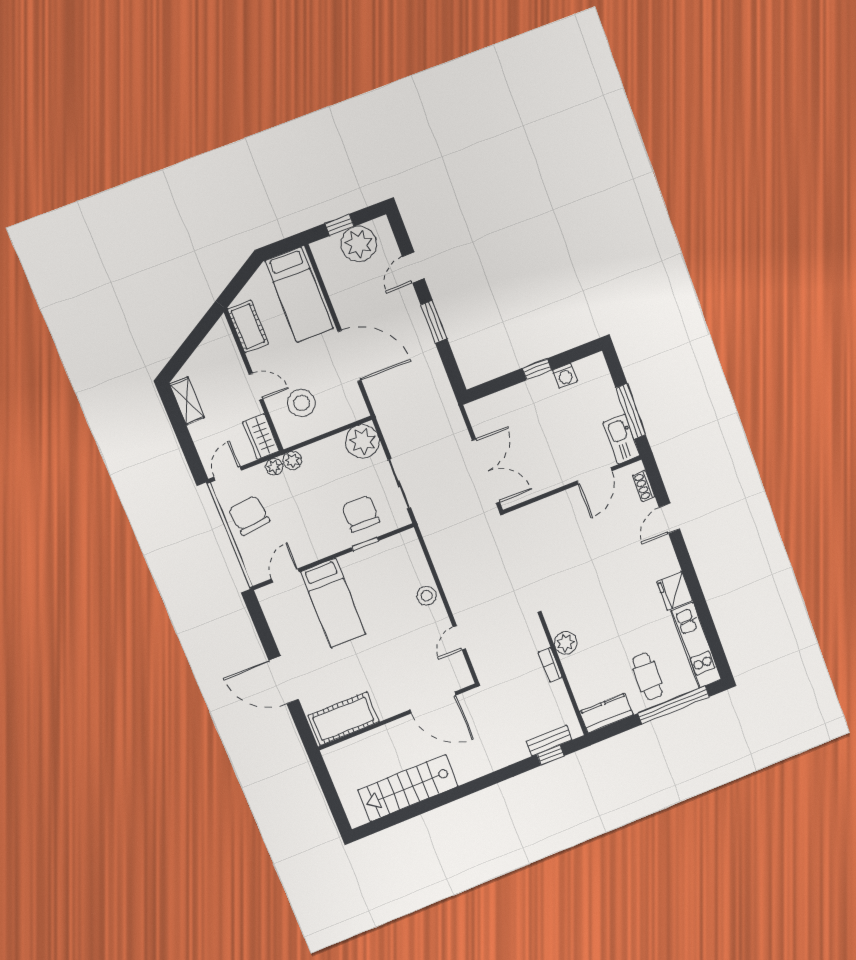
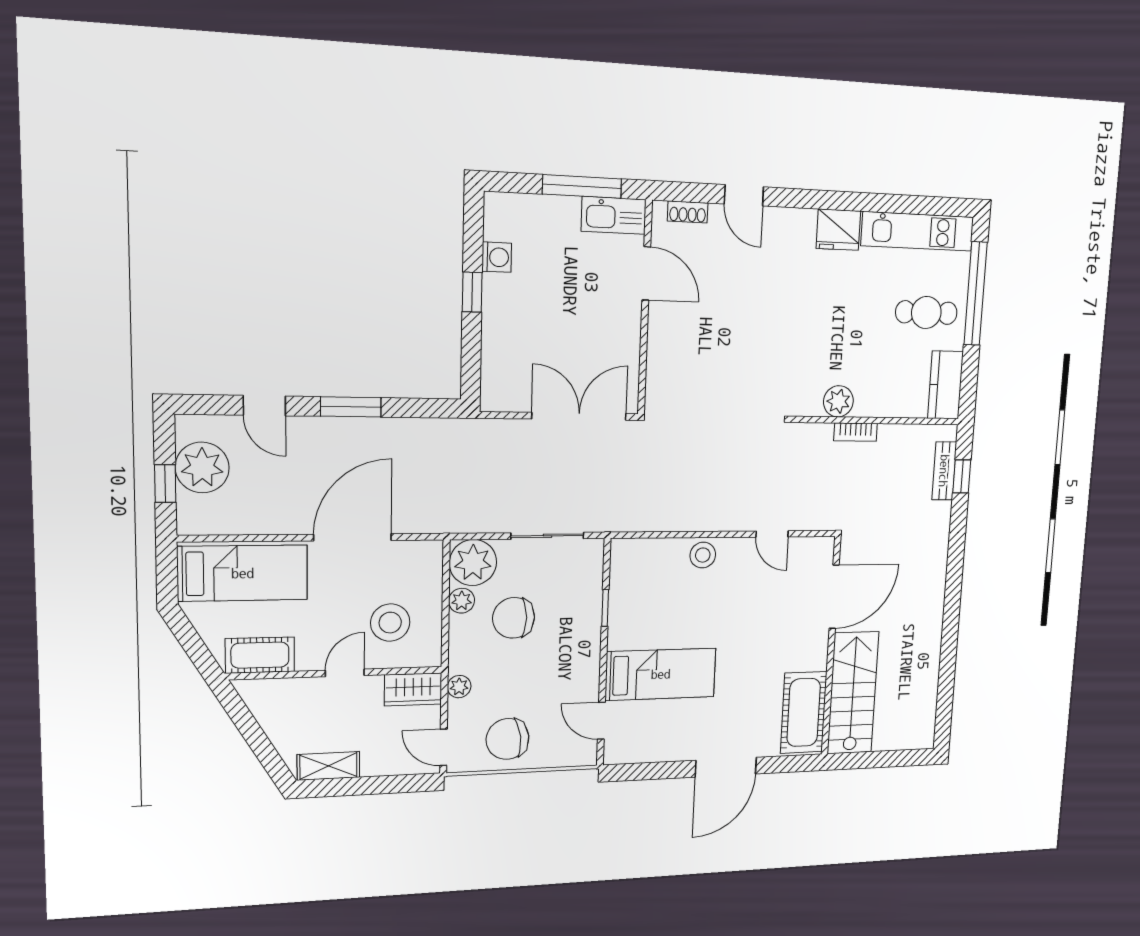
plant: (293, 461) -> (462, 601), moved
chair: (361, 514) -> (514, 618), moved
stairs: (408, 788) -> (853, 693), moved, turned 180

